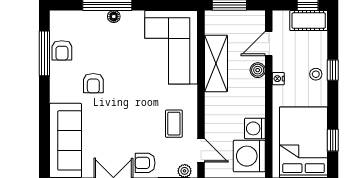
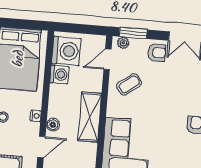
shelving: (216, 63) -> (90, 117), moved
coffee table: (174, 124) -> (129, 84), turned 53
door: (201, 150) -> (107, 59), hinge flipped

